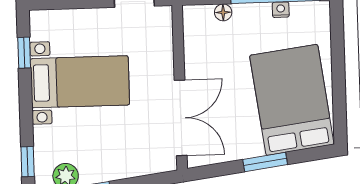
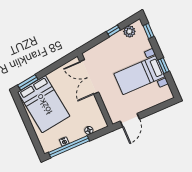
window: (24, 53) -> (164, 66), moved
window: (265, 162) -> (28, 82), moved

